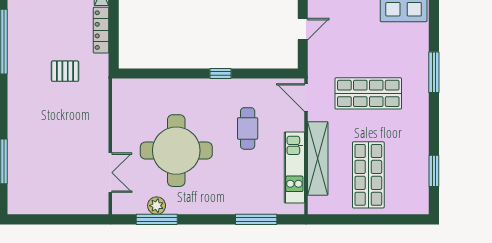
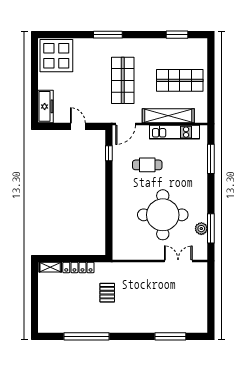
window: (220, 73) -> (109, 153), moved

